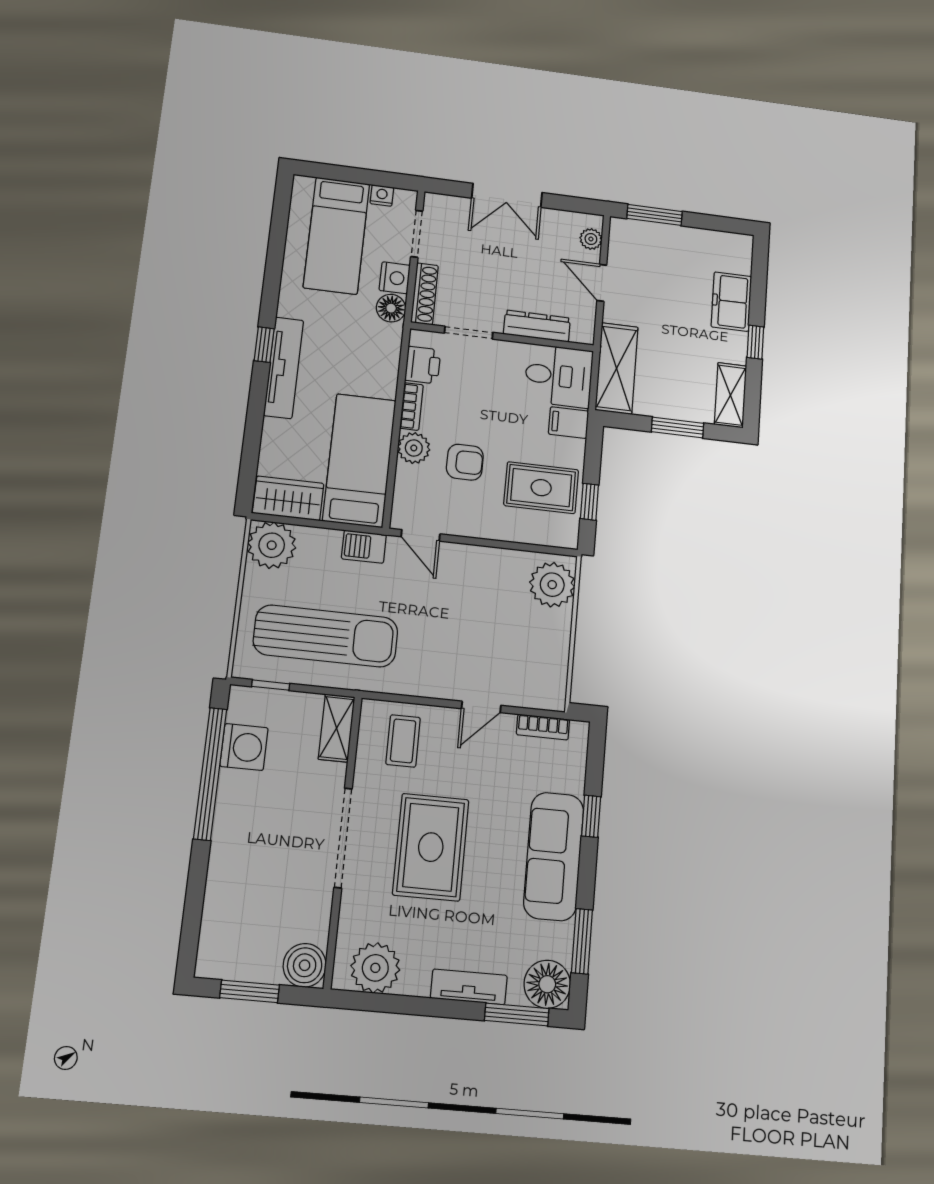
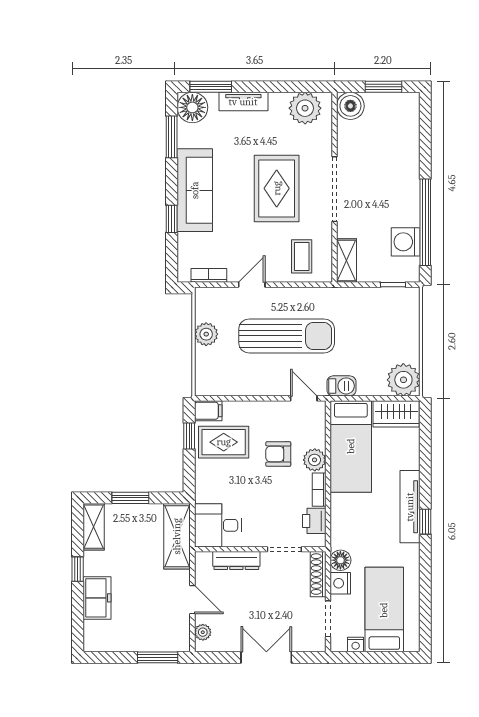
filing cabinet: (569, 423) -> (208, 411), moved
plant: (552, 585) -> (206, 334), moved, width x0.73, depth x0.73
sun lounger: (326, 636) -> (287, 336), moved, turned 180

